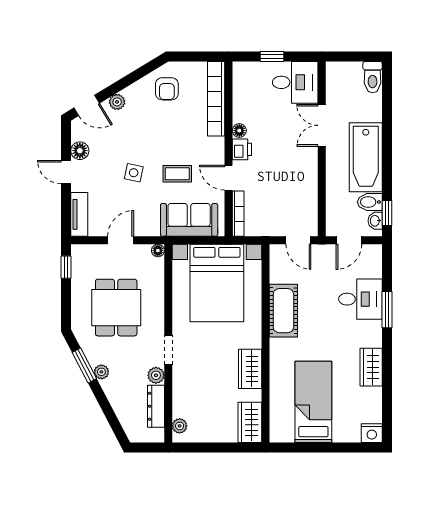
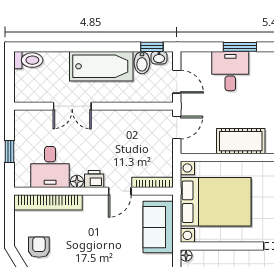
desk: (295, 82) -> (50, 167), moved, turned 180
armchair: (167, 89) -> (39, 247), turned -90
coffee table: (177, 174) -> (116, 238), removed

